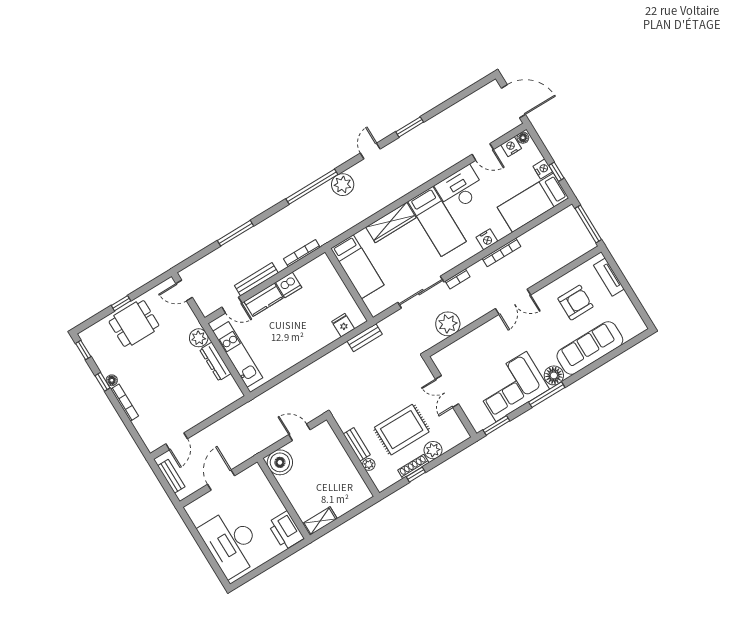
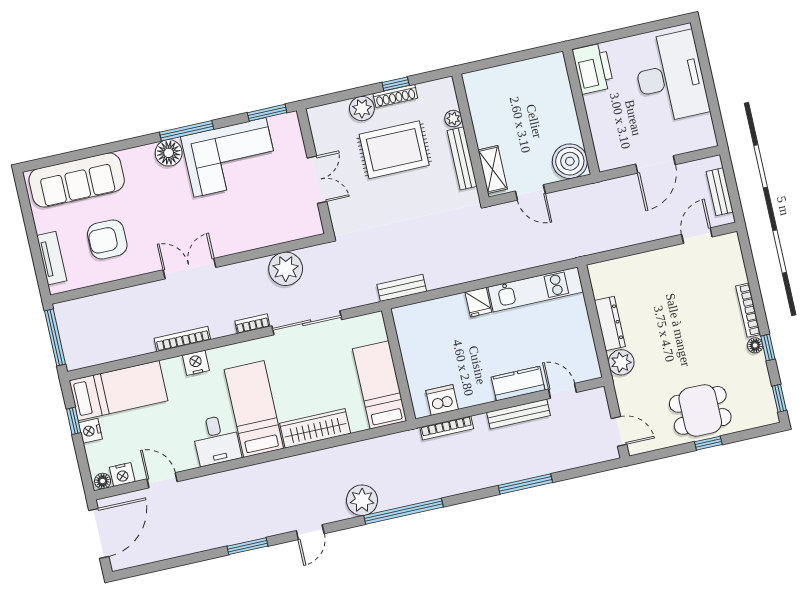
door: (513, 101) -> (99, 533), swing flipped
desk: (460, 189) -> (216, 440), width x0.73
dishwasher: (289, 285) -> (442, 400), moved
fridge: (343, 325) -> (478, 302), moved
sofa: (590, 348) -> (77, 180), moved
kitchen unit: (238, 354) -> (536, 289), moved, turned -90
bench: (357, 444) -> (462, 158), width x1.36
shelving: (320, 521) -> (493, 170), moved, turned 90

